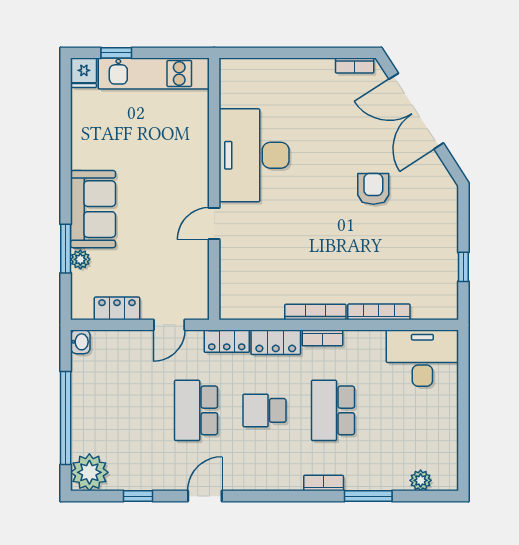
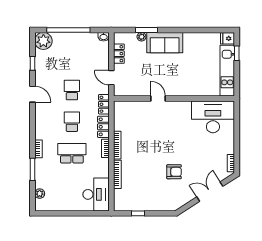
double door: (416, 111) -> (210, 192), width x0.73
desk: (254, 155) -> (213, 117), moved
school desk: (196, 410) -> (72, 90), width x0.54

